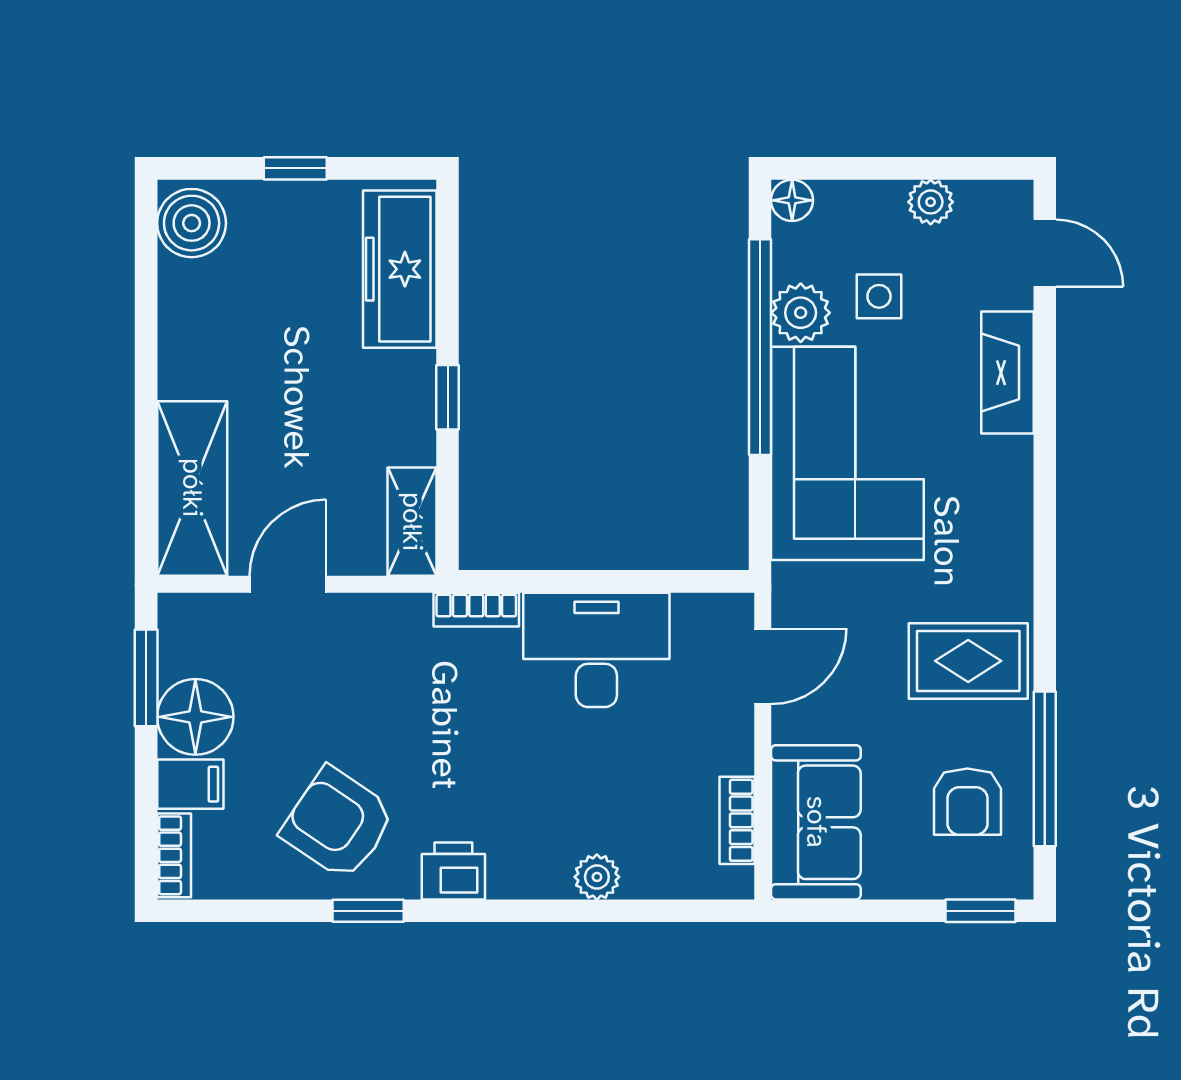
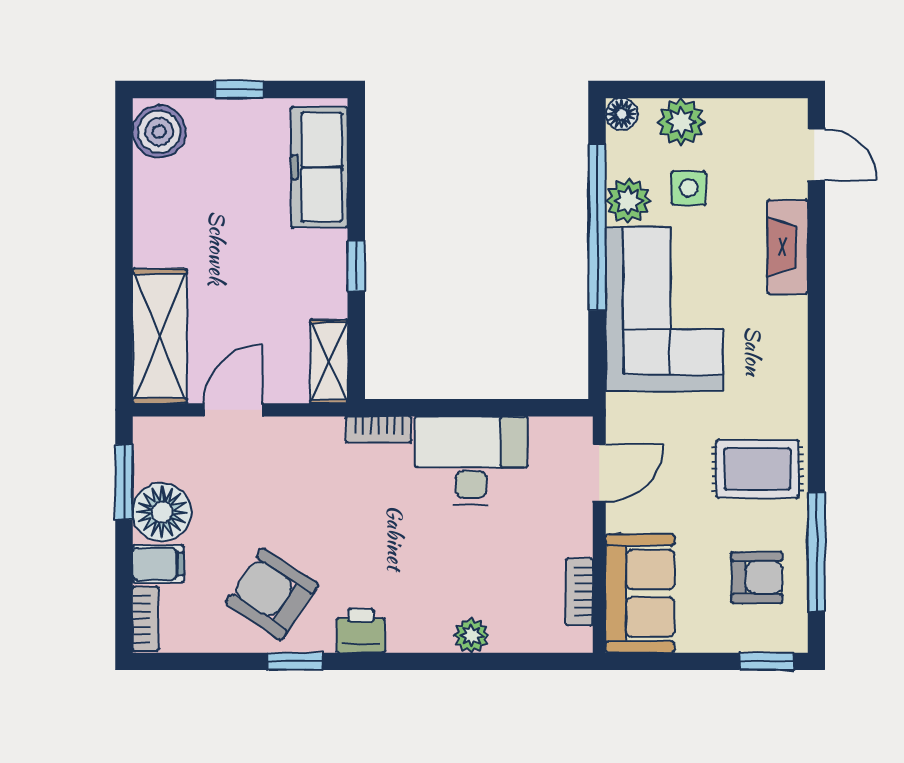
plant: (931, 202) -> (681, 122), moved, width x1.38, depth x1.38
armchair: (967, 802) -> (757, 577), turned -90

